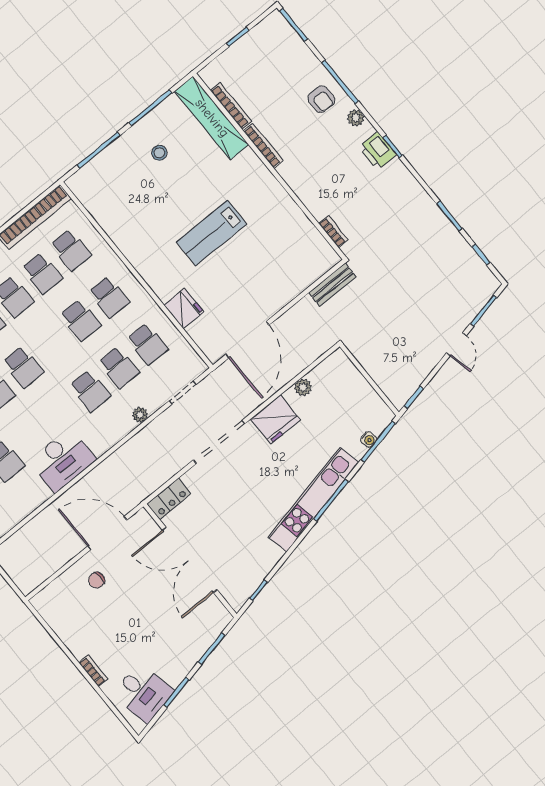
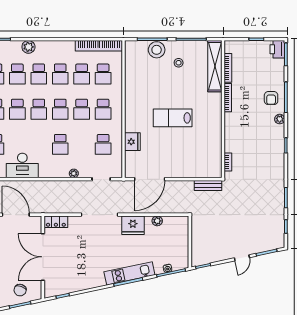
printer: (378, 151) -> (277, 49), moved
stool: (116, 159) -> (157, 50), added
school desk: (119, 367) -> (60, 109), moved
kitchen unit: (314, 500) -> (129, 273), width x0.73
chair: (195, 629) -> (20, 290), added

